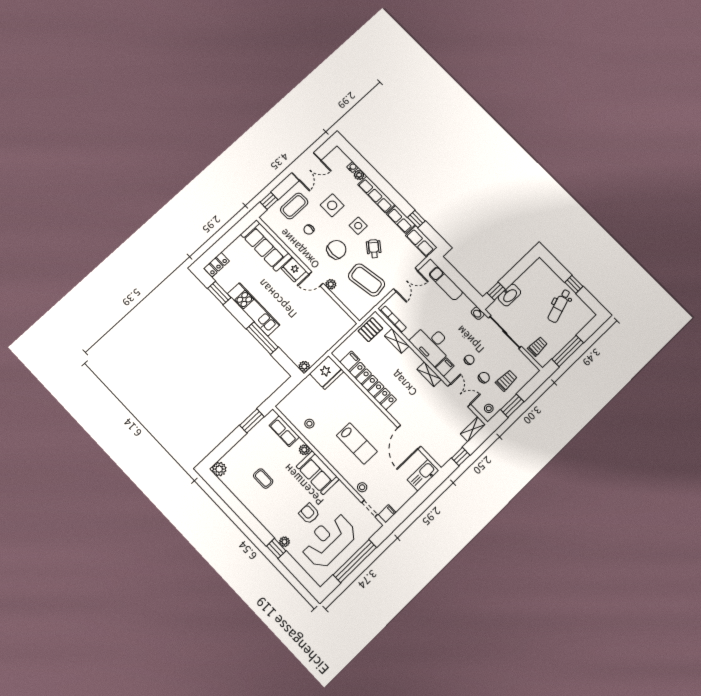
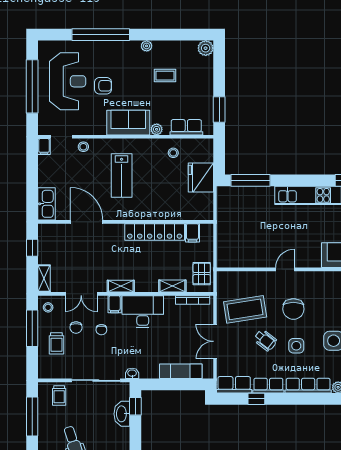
chair: (309, 230) -> (331, 302), removed
fridge: (294, 270) -> (310, 258), removed
plant: (331, 284) -> (269, 277), removed
window: (262, 338) -> (251, 180), moved
plant: (304, 366) -> (223, 192), removed
fridge: (327, 373) -> (201, 177), moved
window: (512, 406) -> (32, 328), width x1.44
lab bench: (357, 443) -> (122, 175), turned -90
plant: (284, 542) -> (147, 46), moved
window: (276, 548) -> (101, 35), width x3.17

